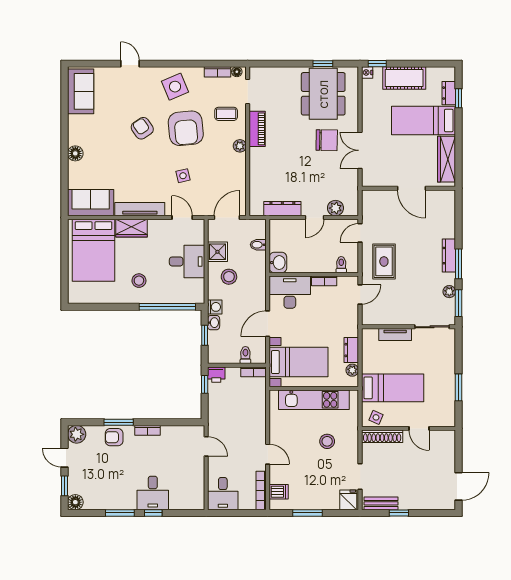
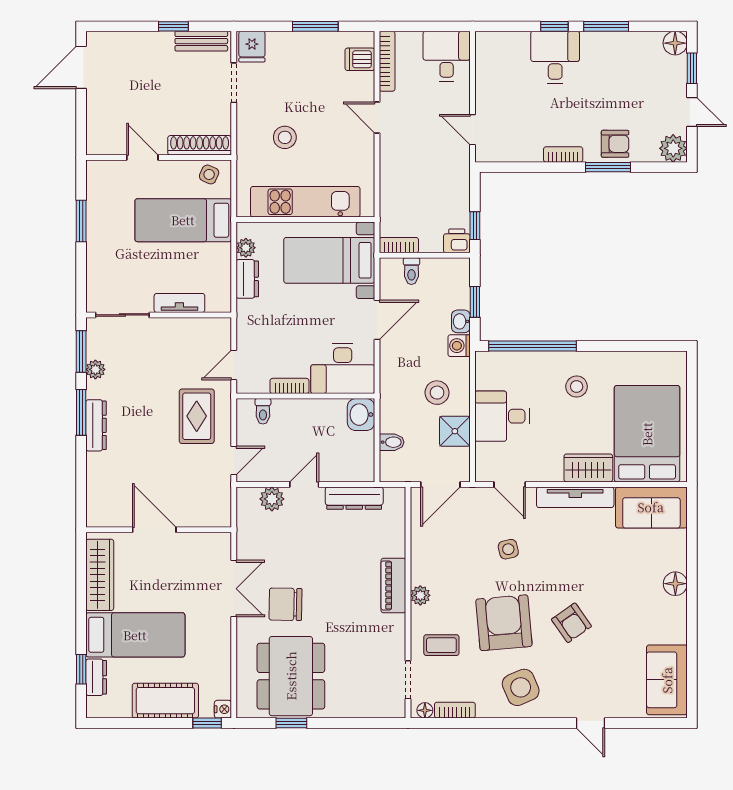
piano: (257, 129) -> (393, 585), moved

